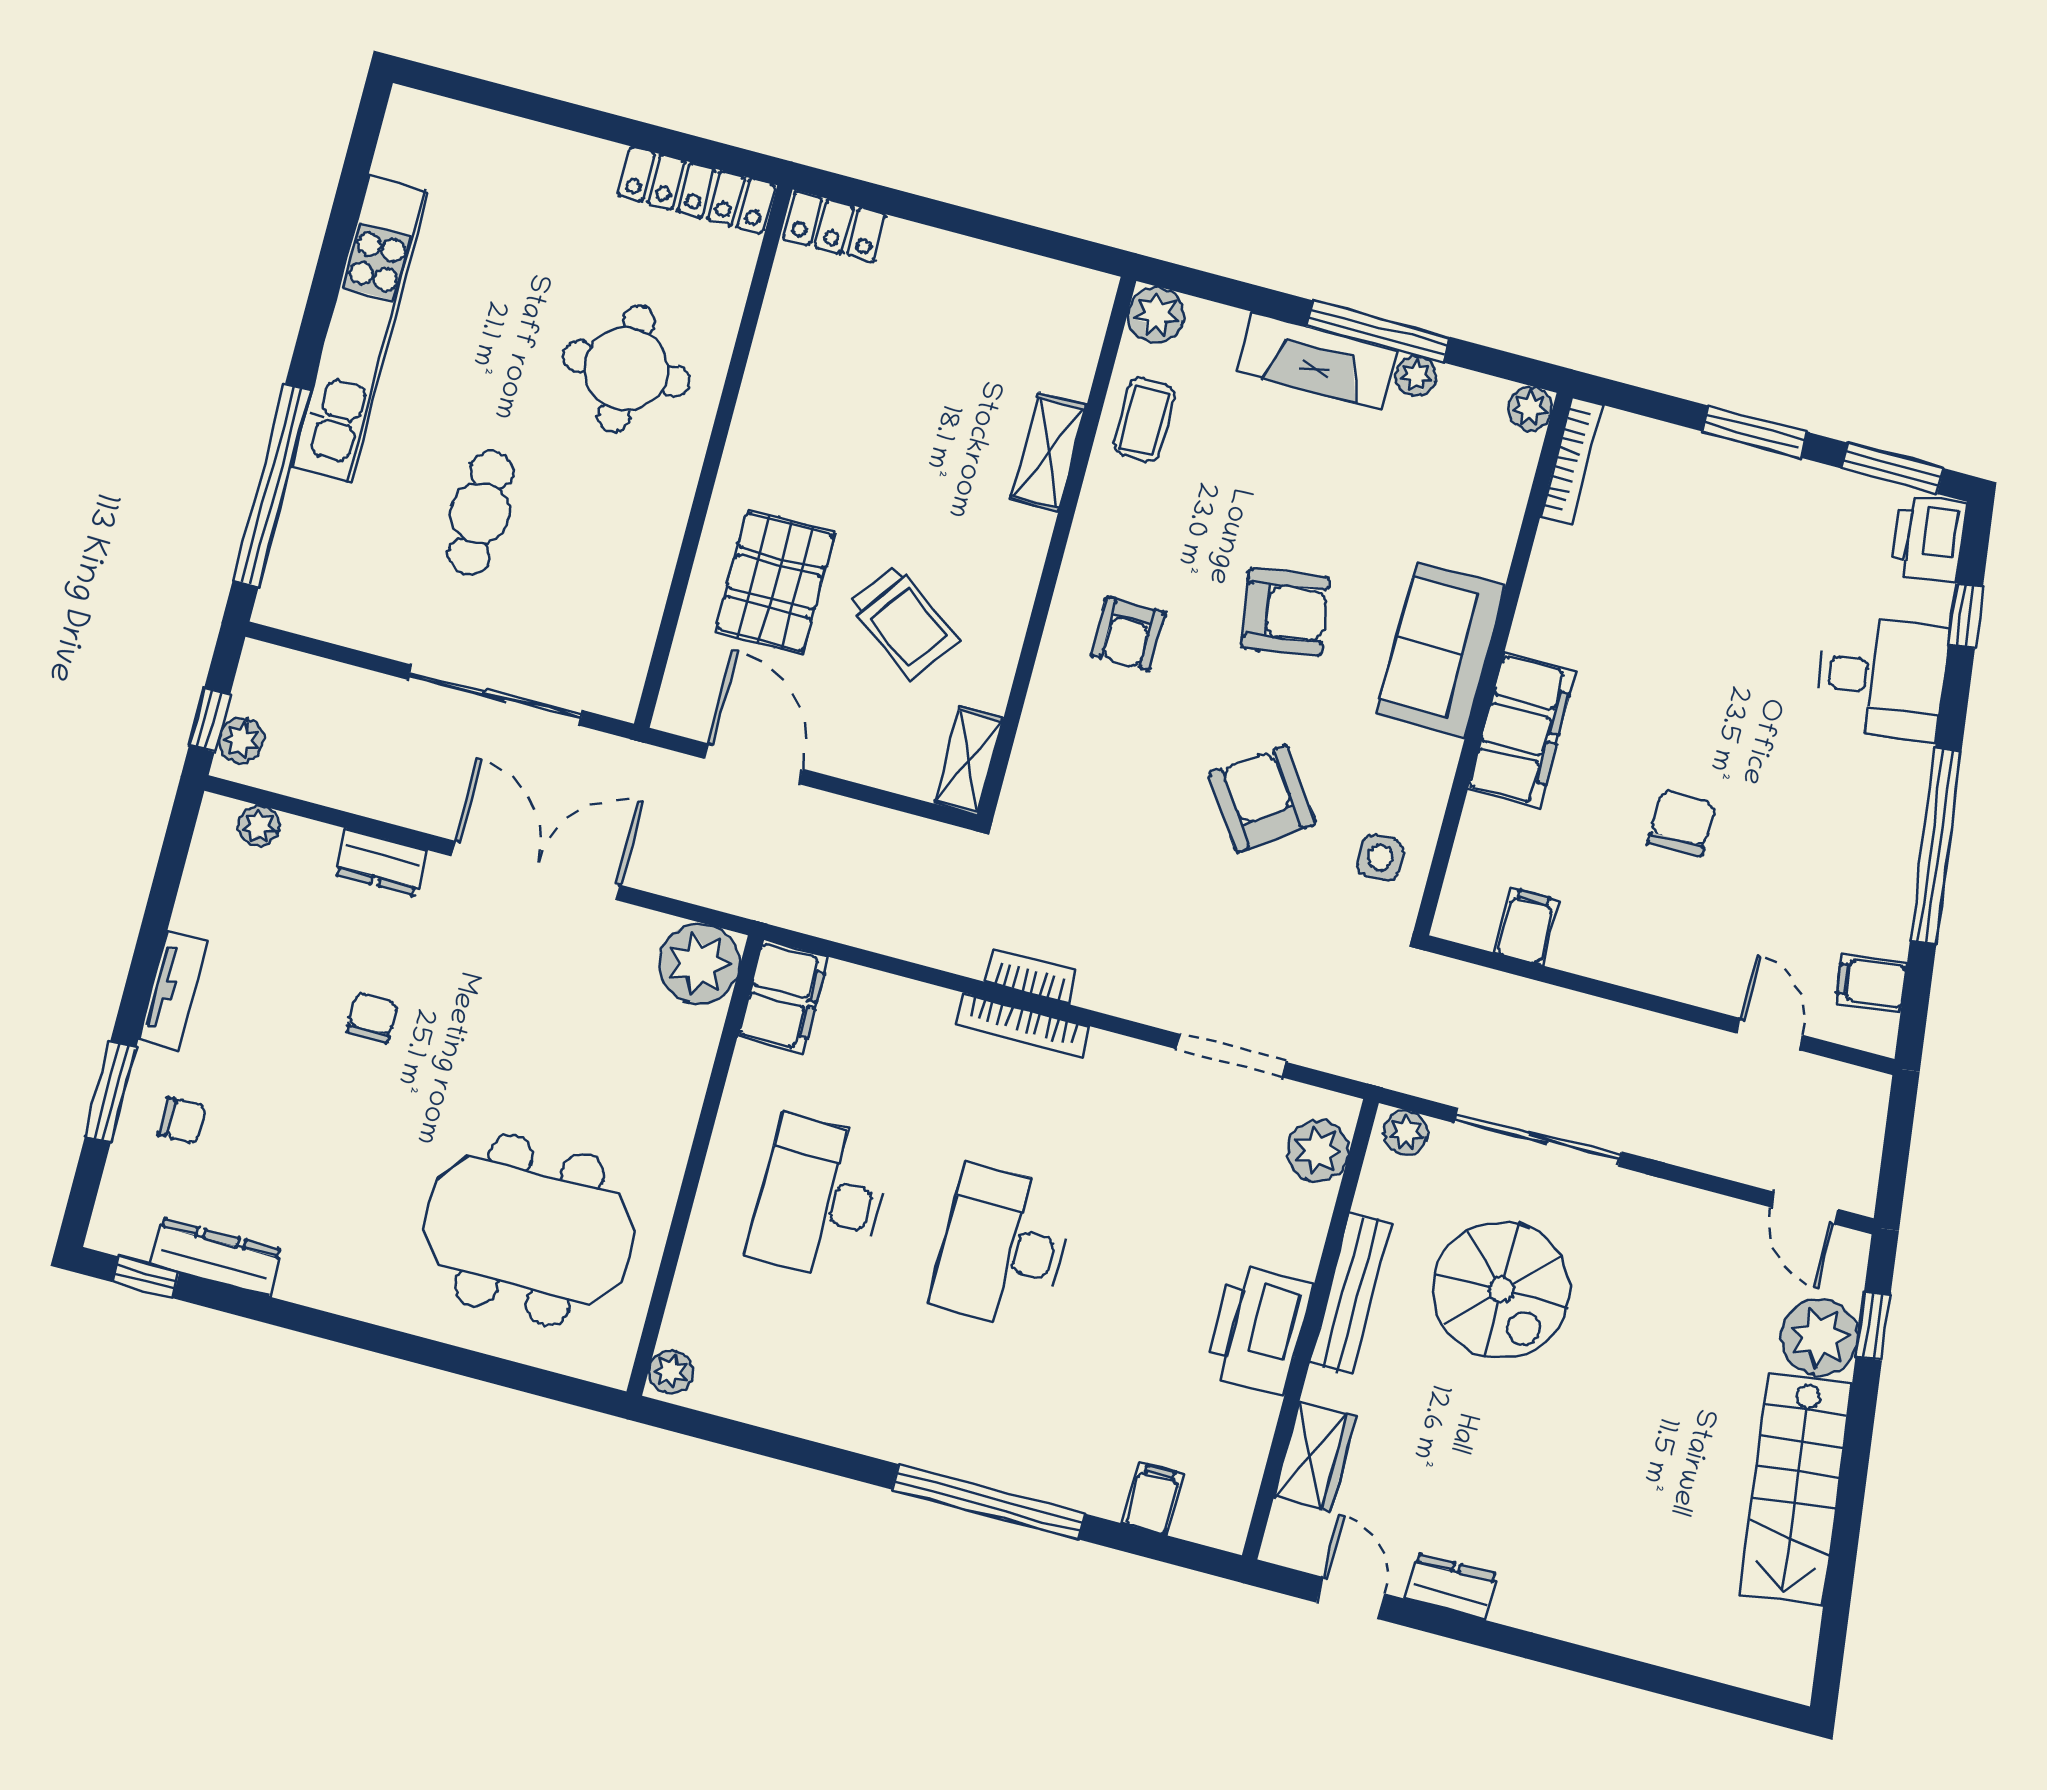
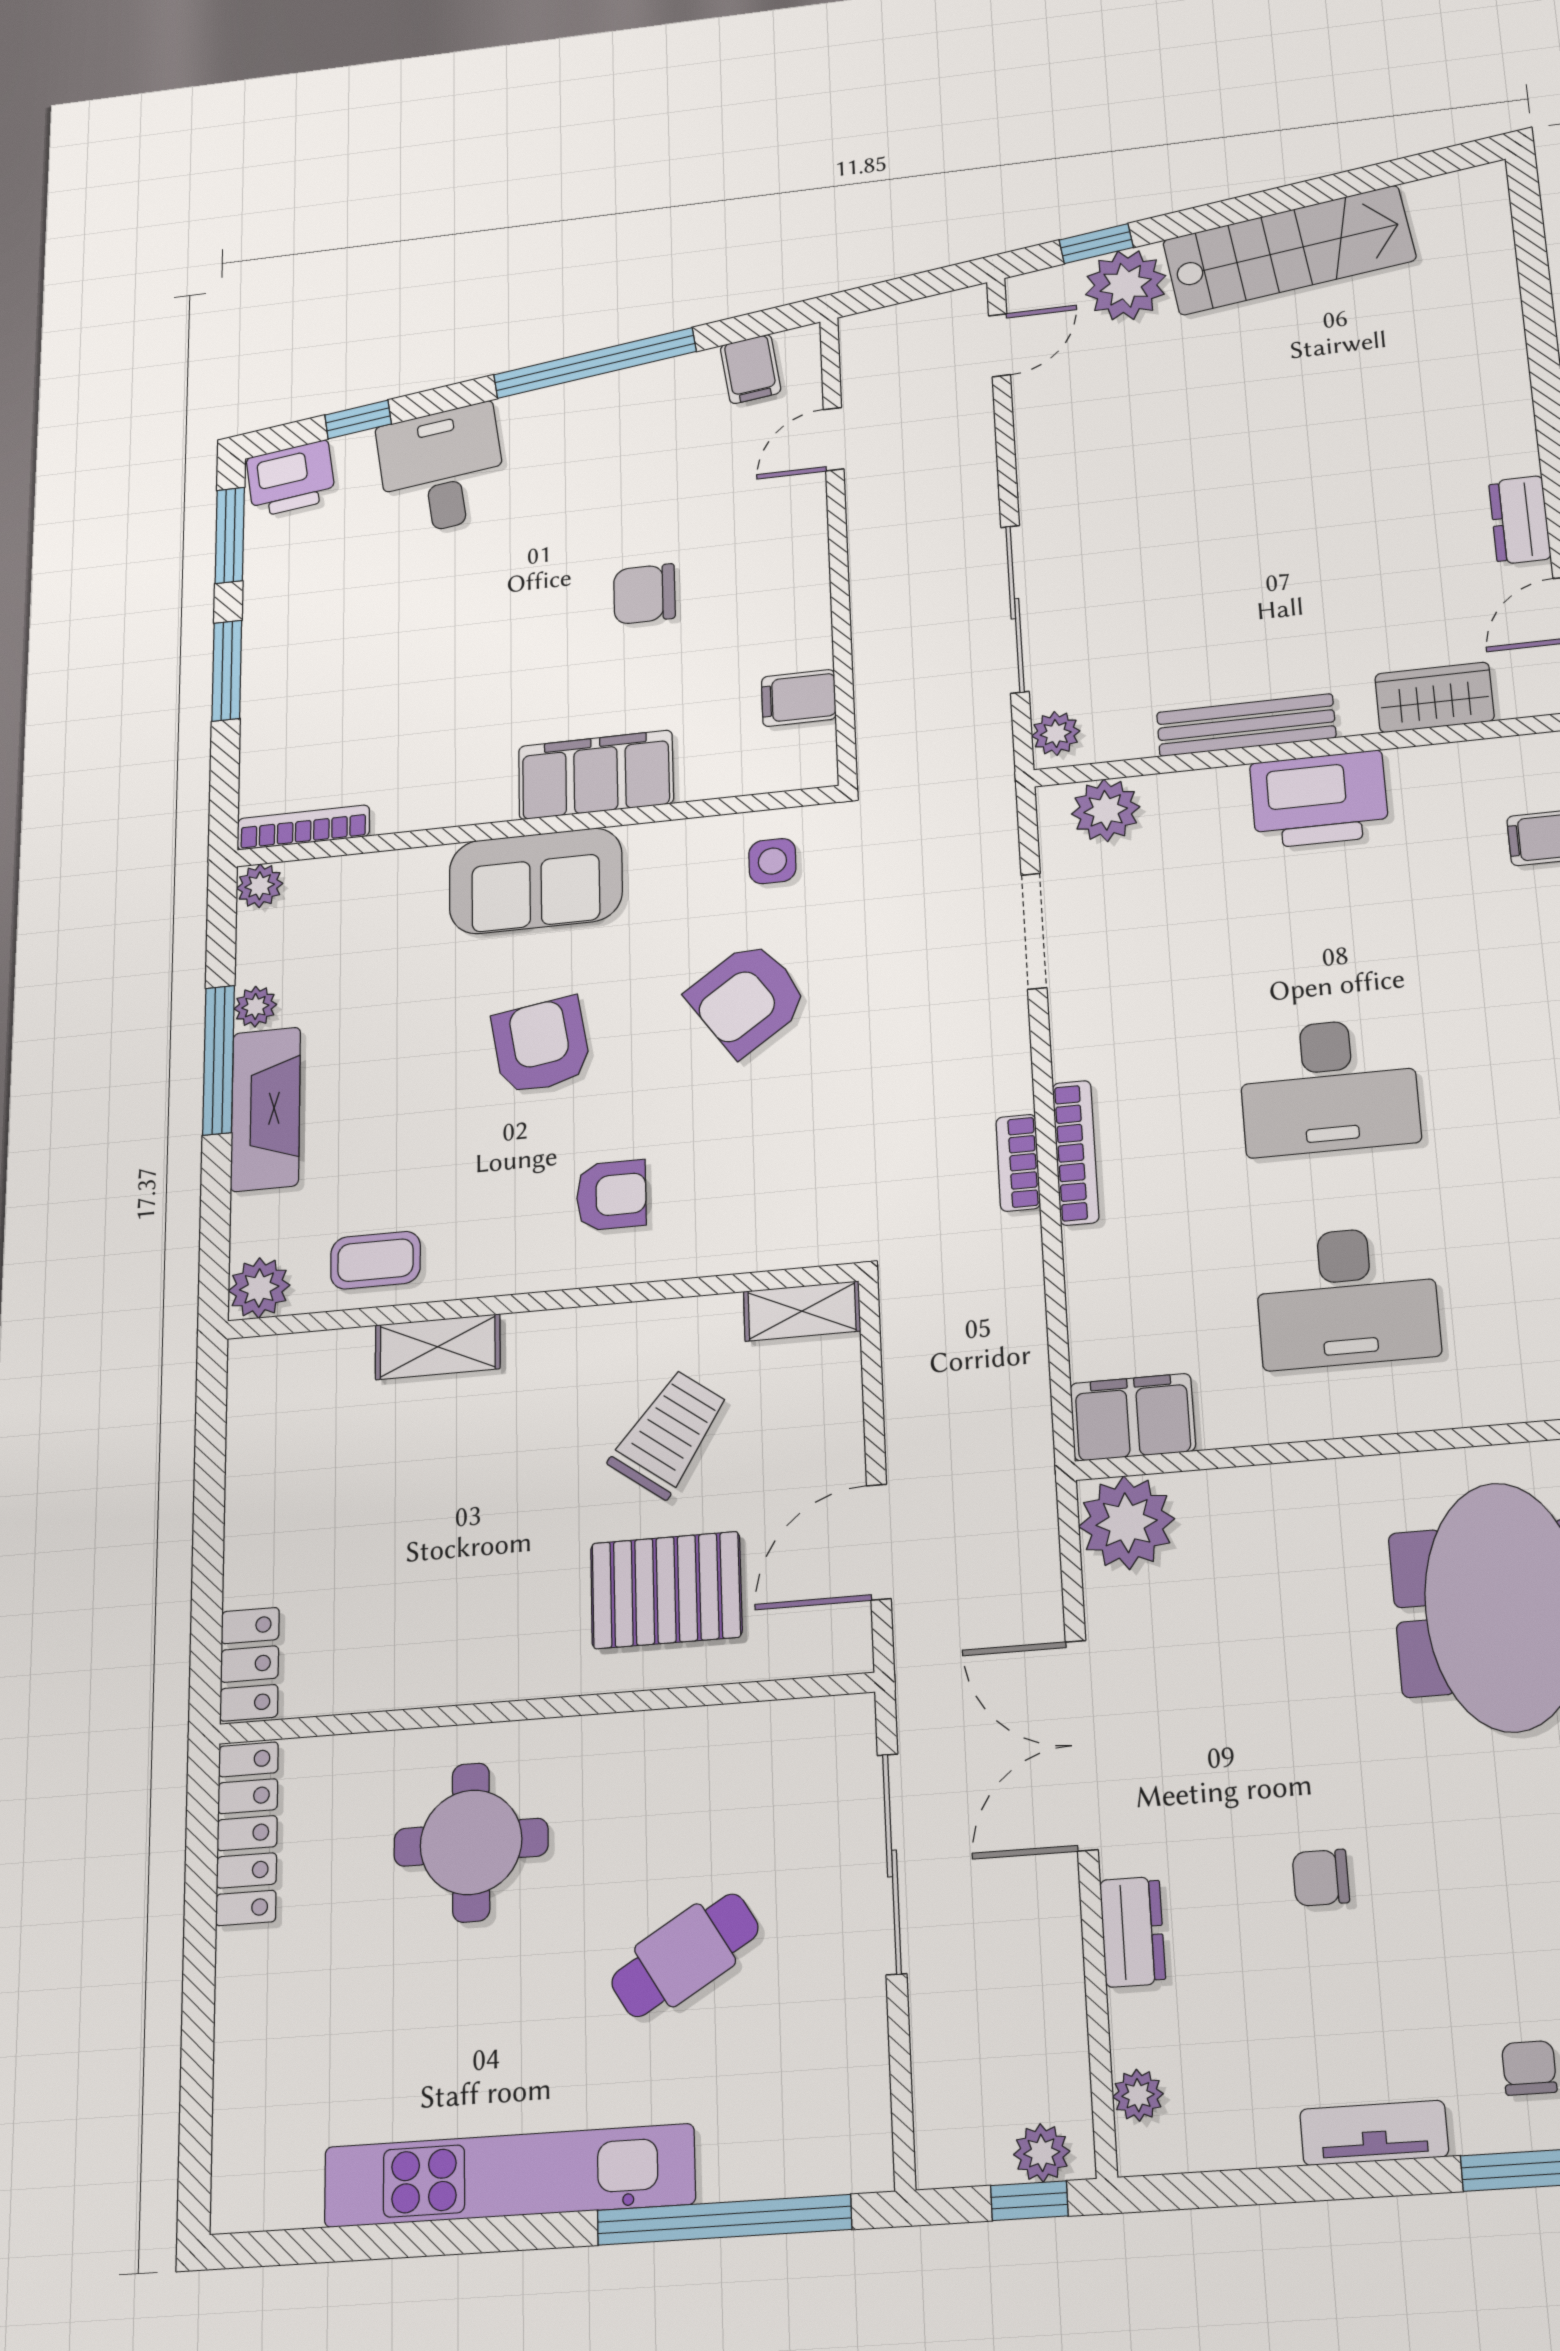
cafe table: (480, 513) -> (685, 1955), turned -31
spiral stairs: (1501, 1290) -> (1188, 586), removed

